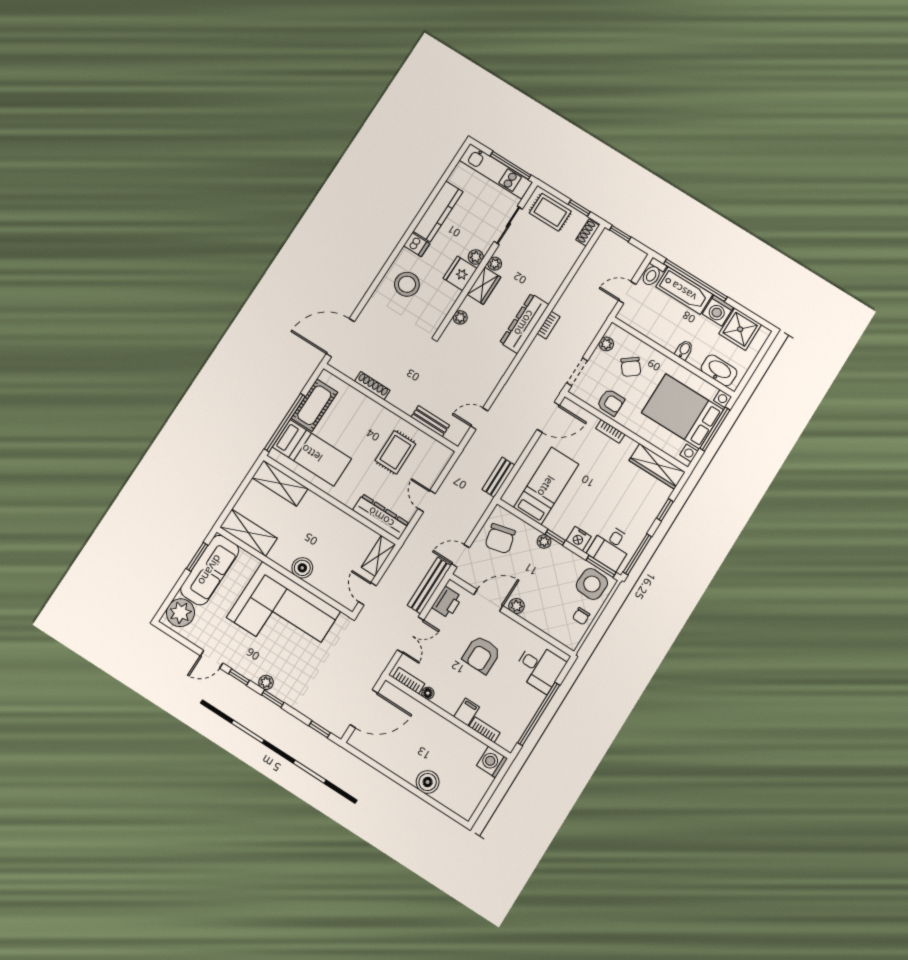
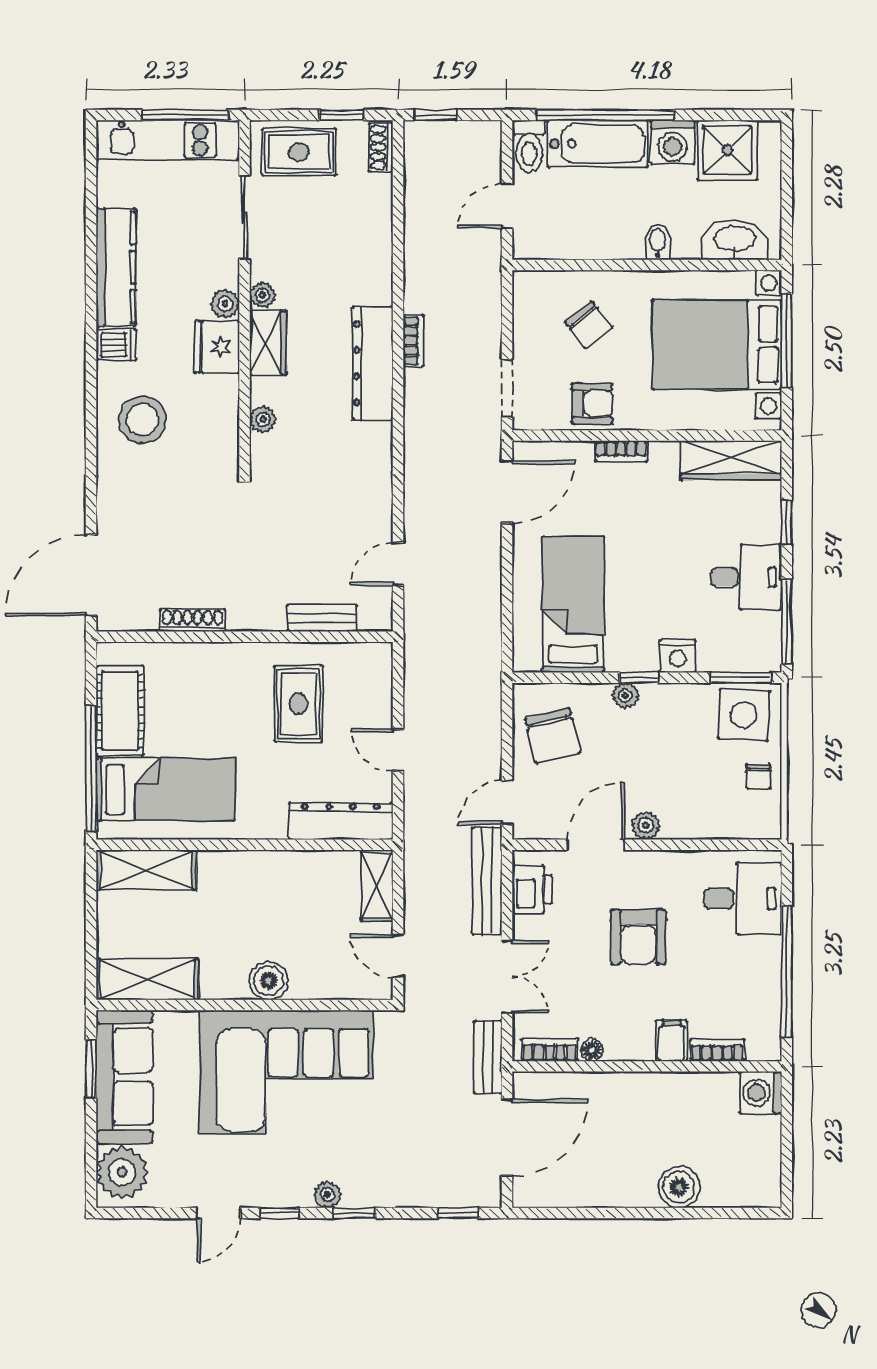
plant: (606, 344) -> (526, 312), removed
bench: (498, 477) -> (488, 1057), moved
desk: (611, 547) -> (746, 577), moved, turned -90

